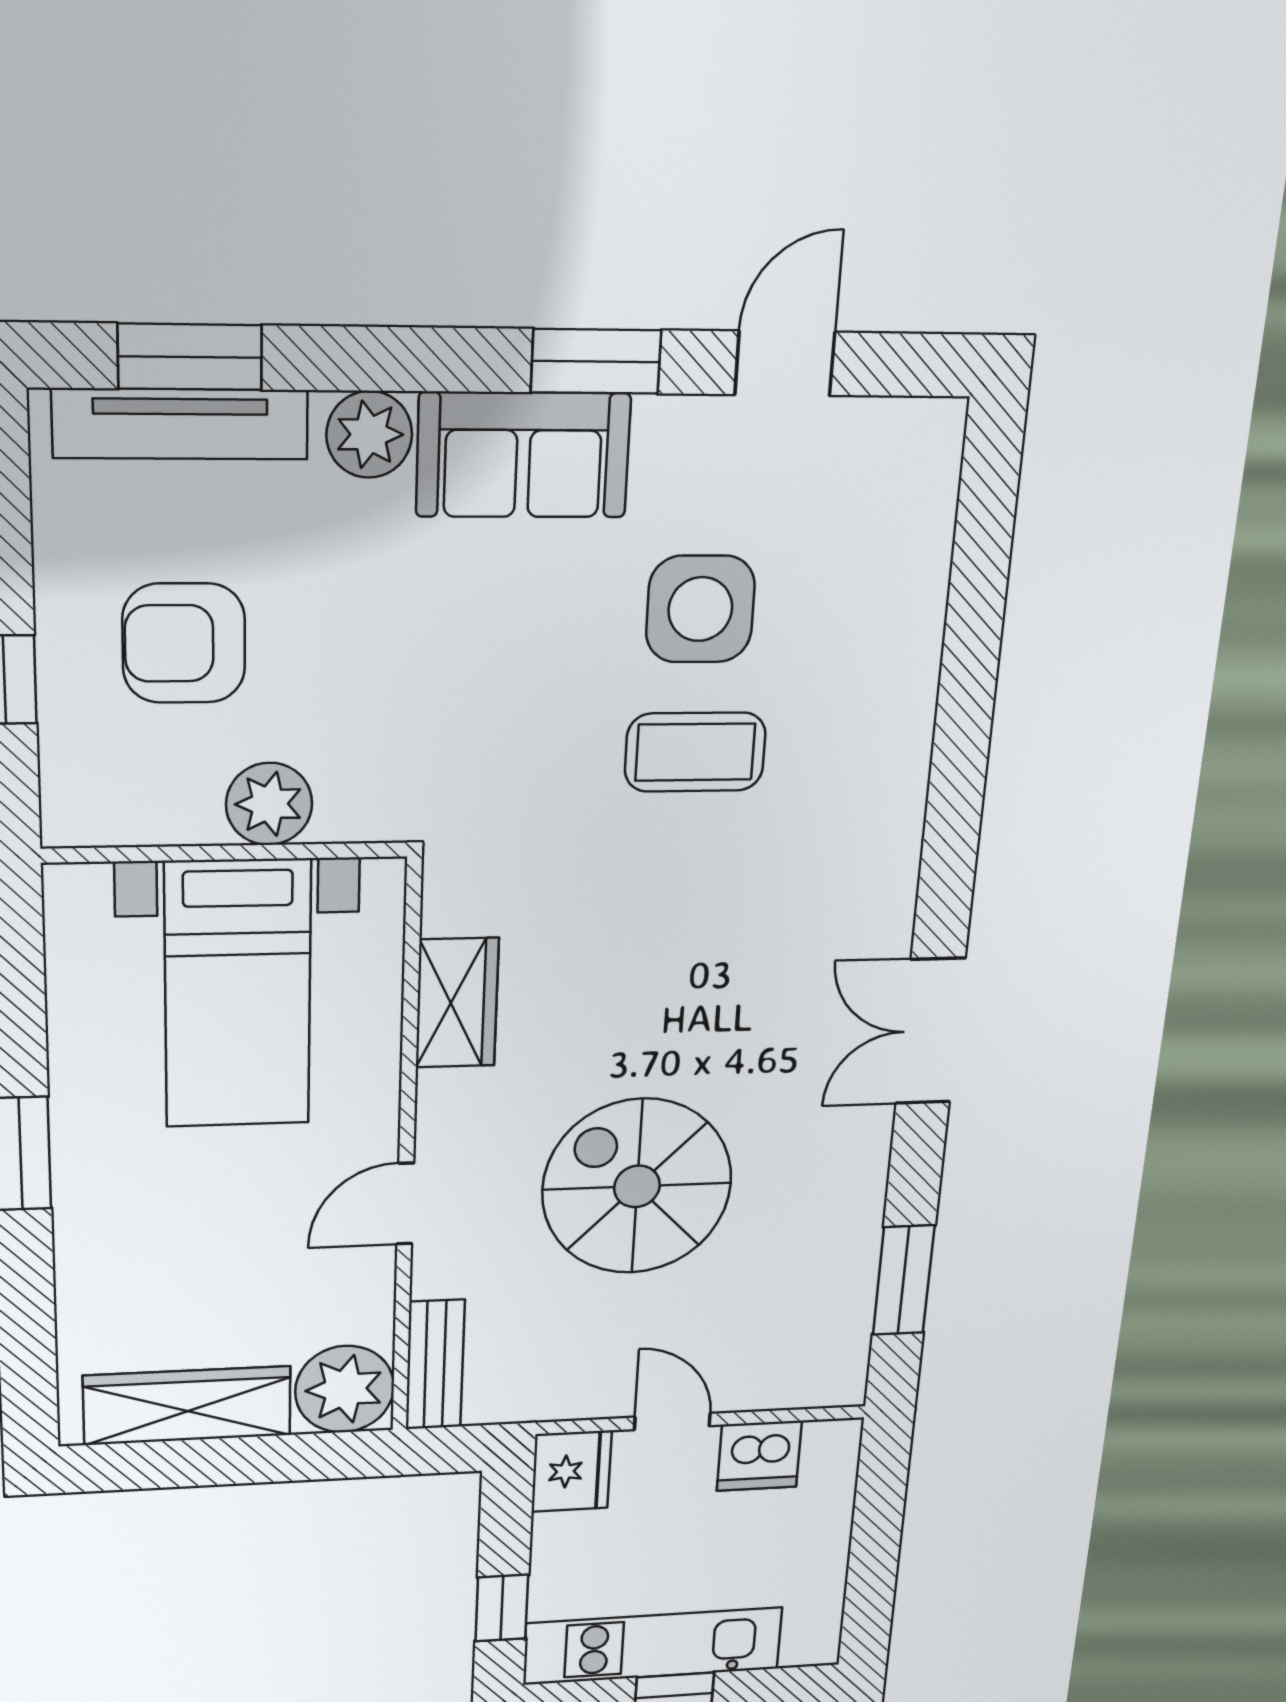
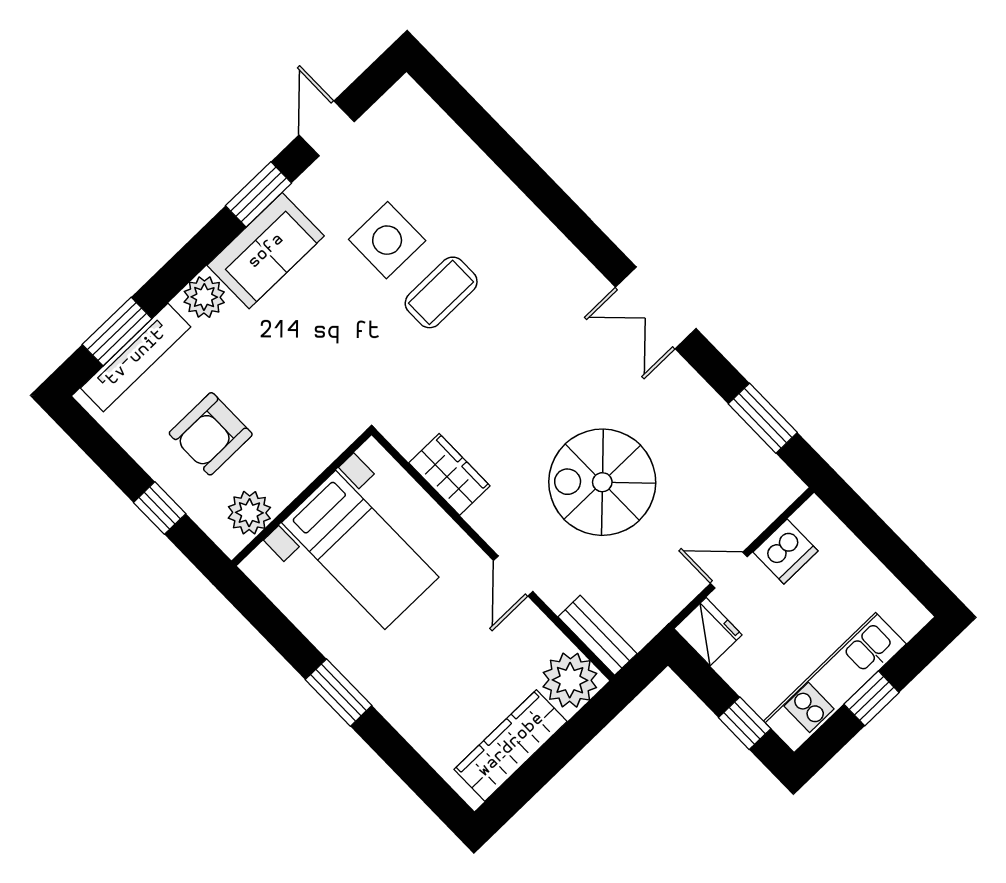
plant: (269, 804) -> (249, 513), moved

